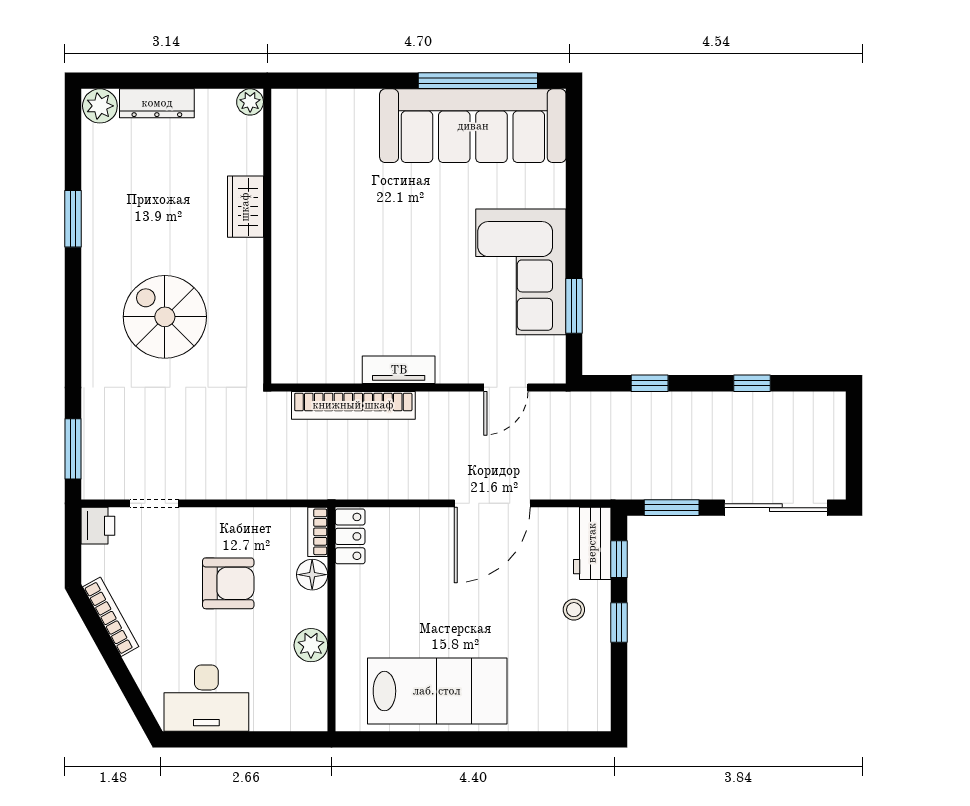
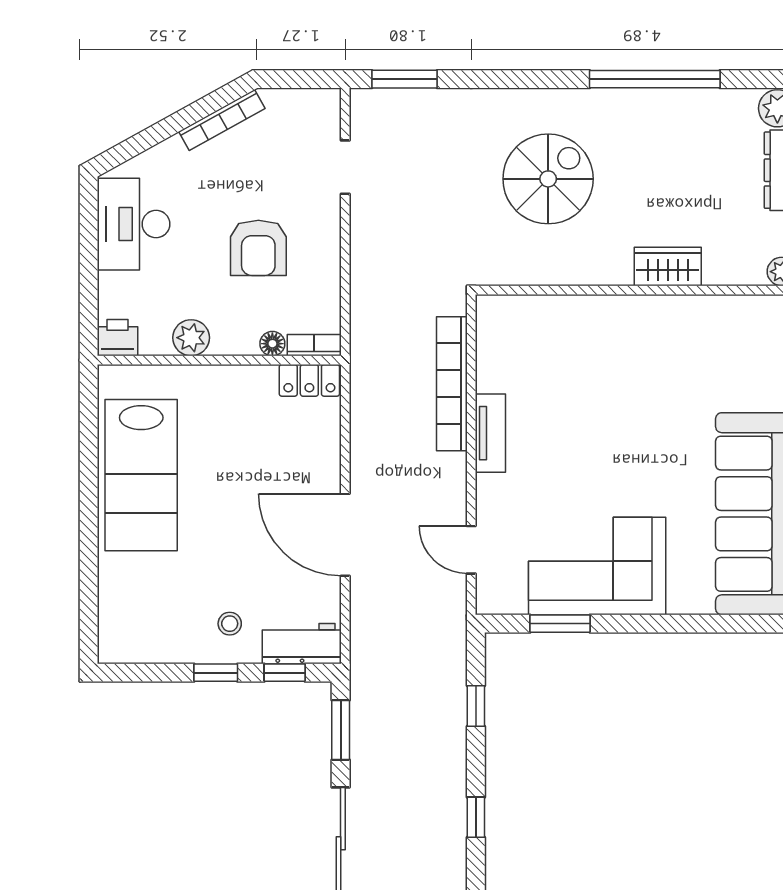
window: (73, 219) -> (655, 79), width x2.11
printer: (98, 526) -> (117, 338), moved, turned 180
floor lamp: (312, 575) -> (272, 344), width x0.73, depth x0.73

